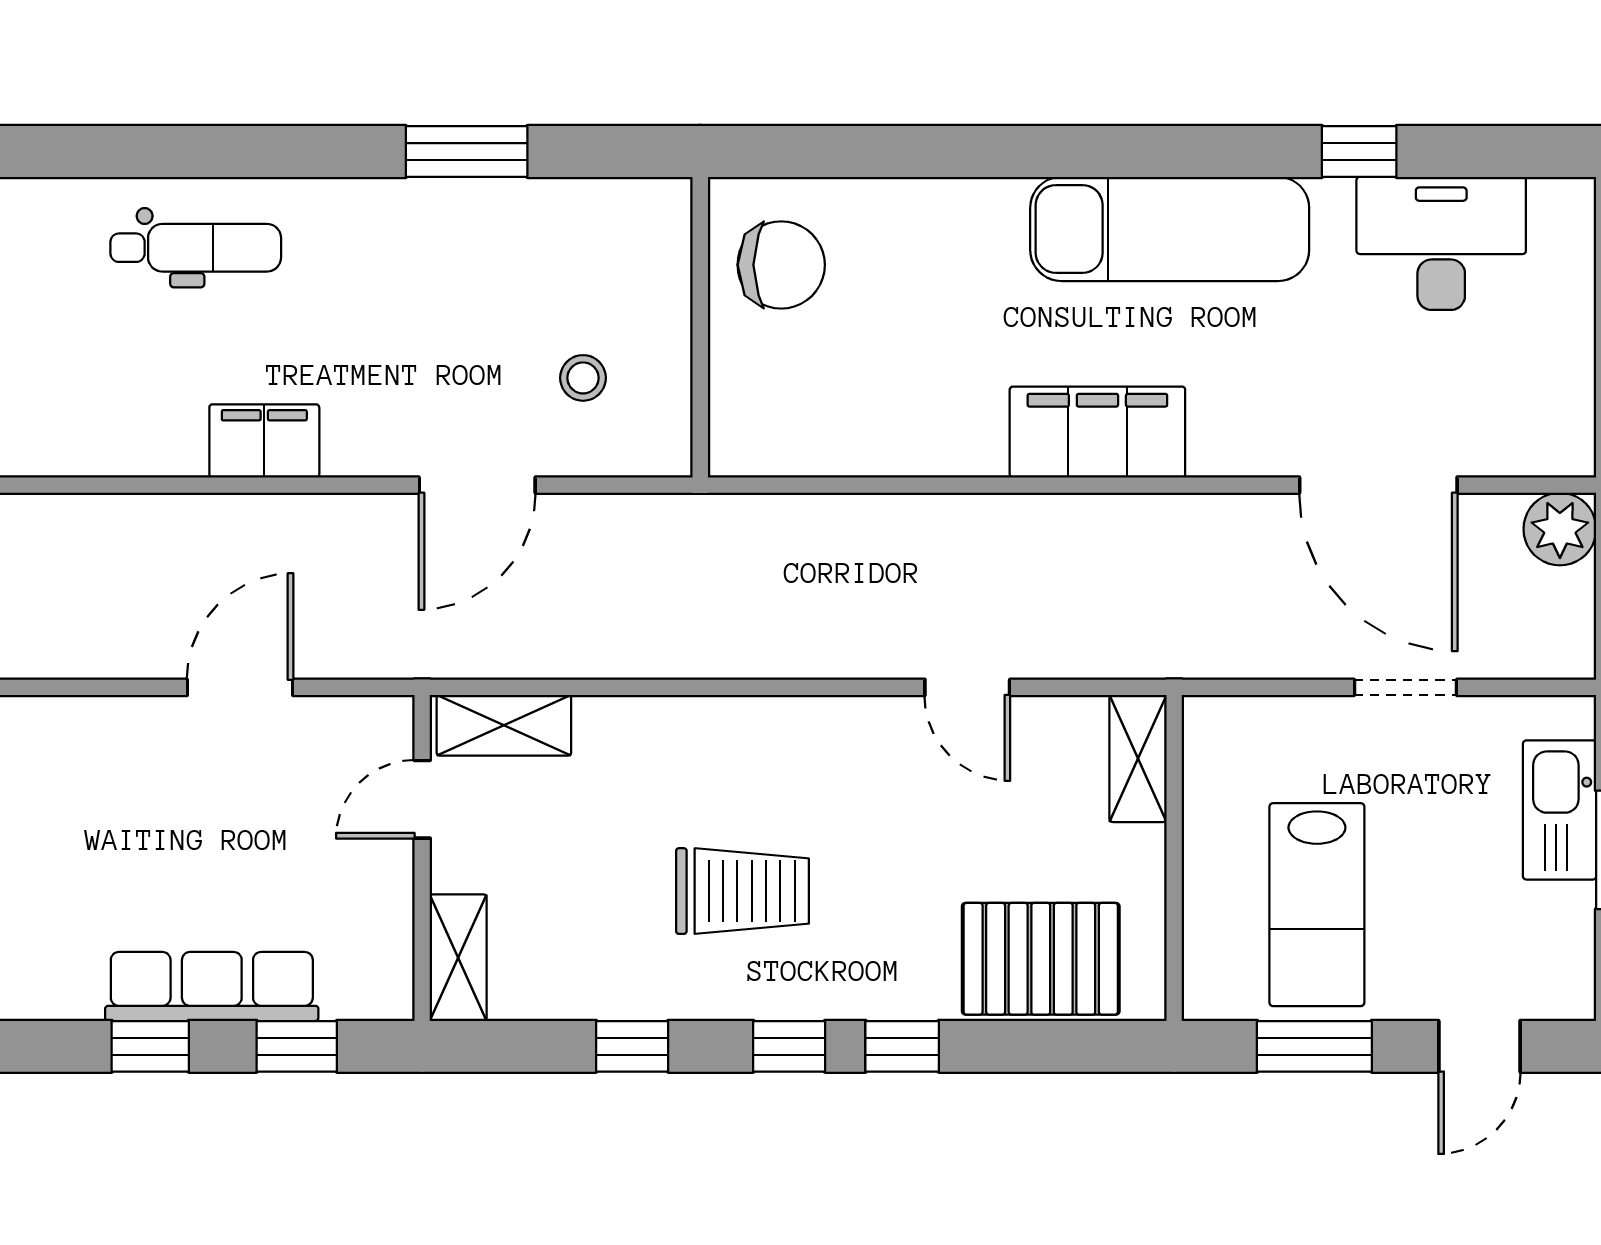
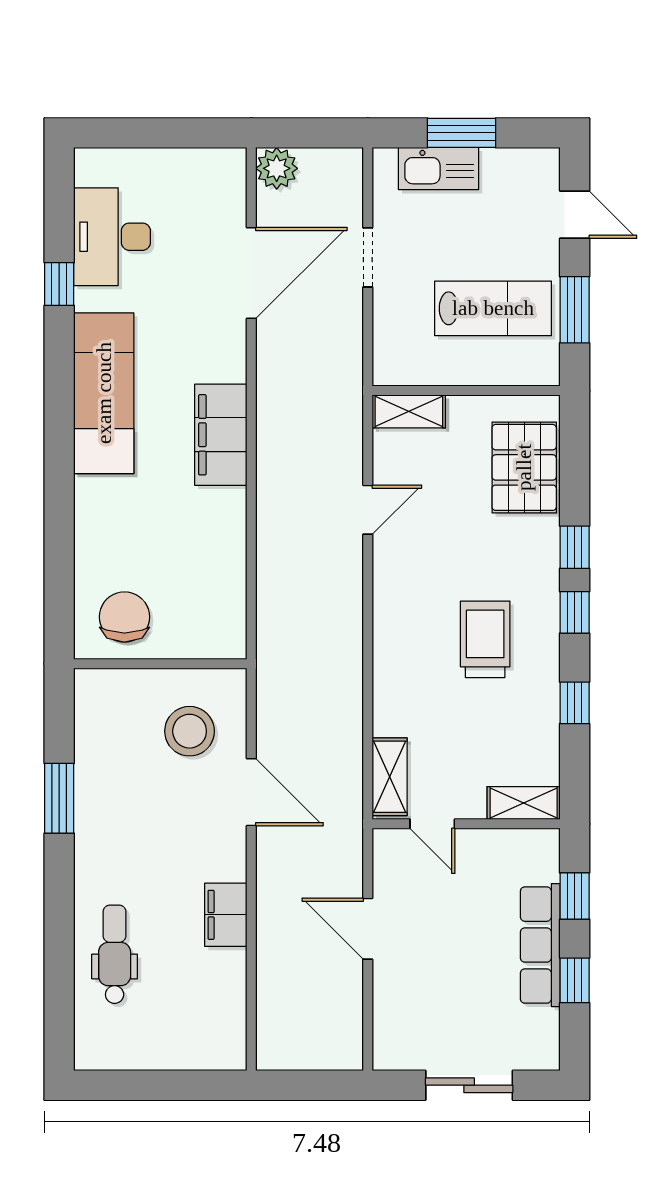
stool: (583, 378) -> (190, 731), width x1.89, depth x1.89

